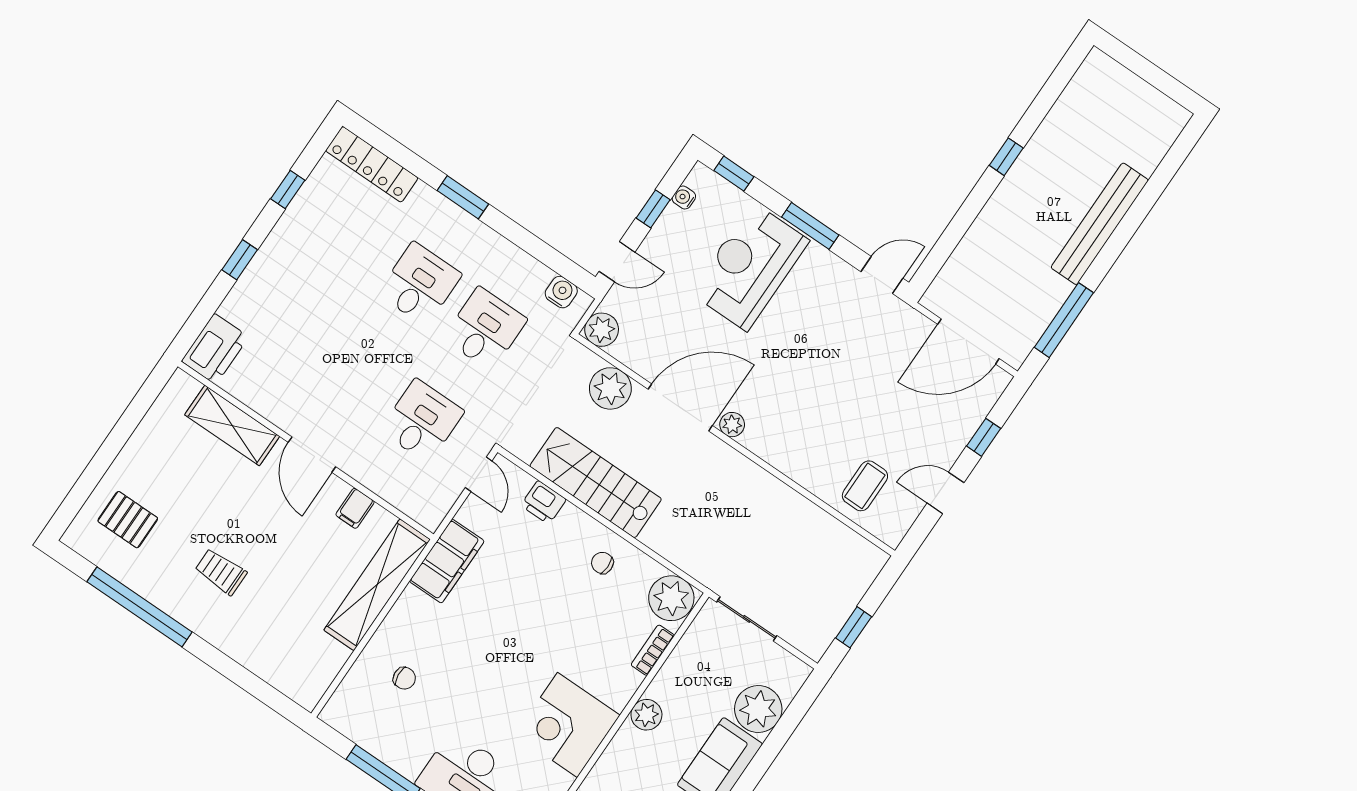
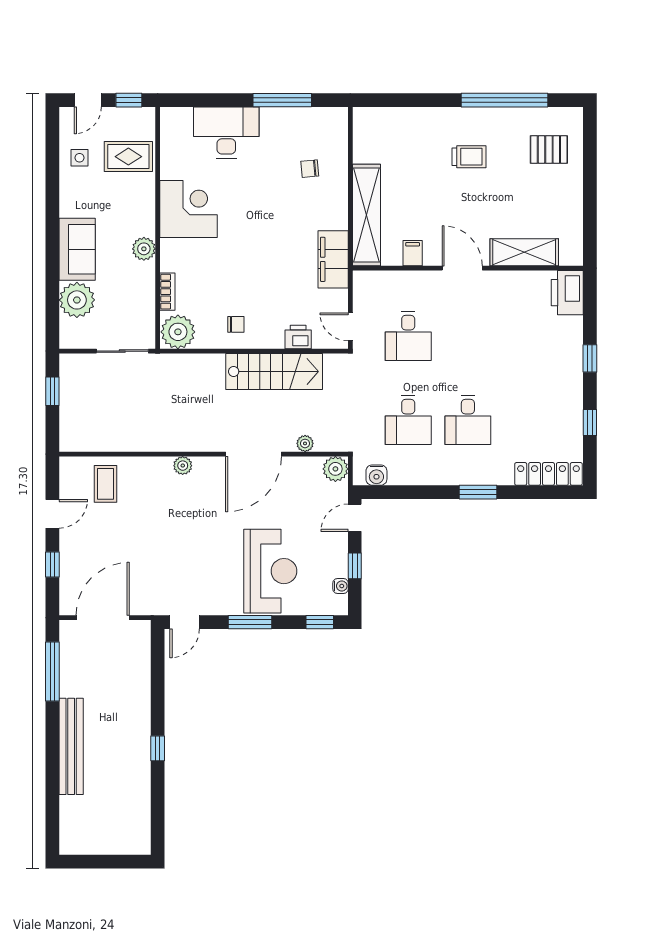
plant: (610, 388) -> (305, 443), width x0.53, depth x0.53
plant: (732, 425) -> (183, 466), moved

